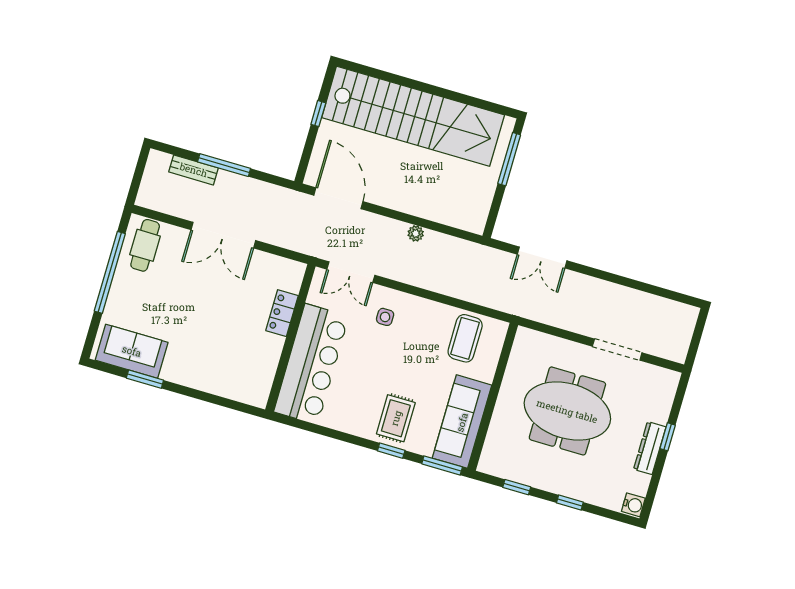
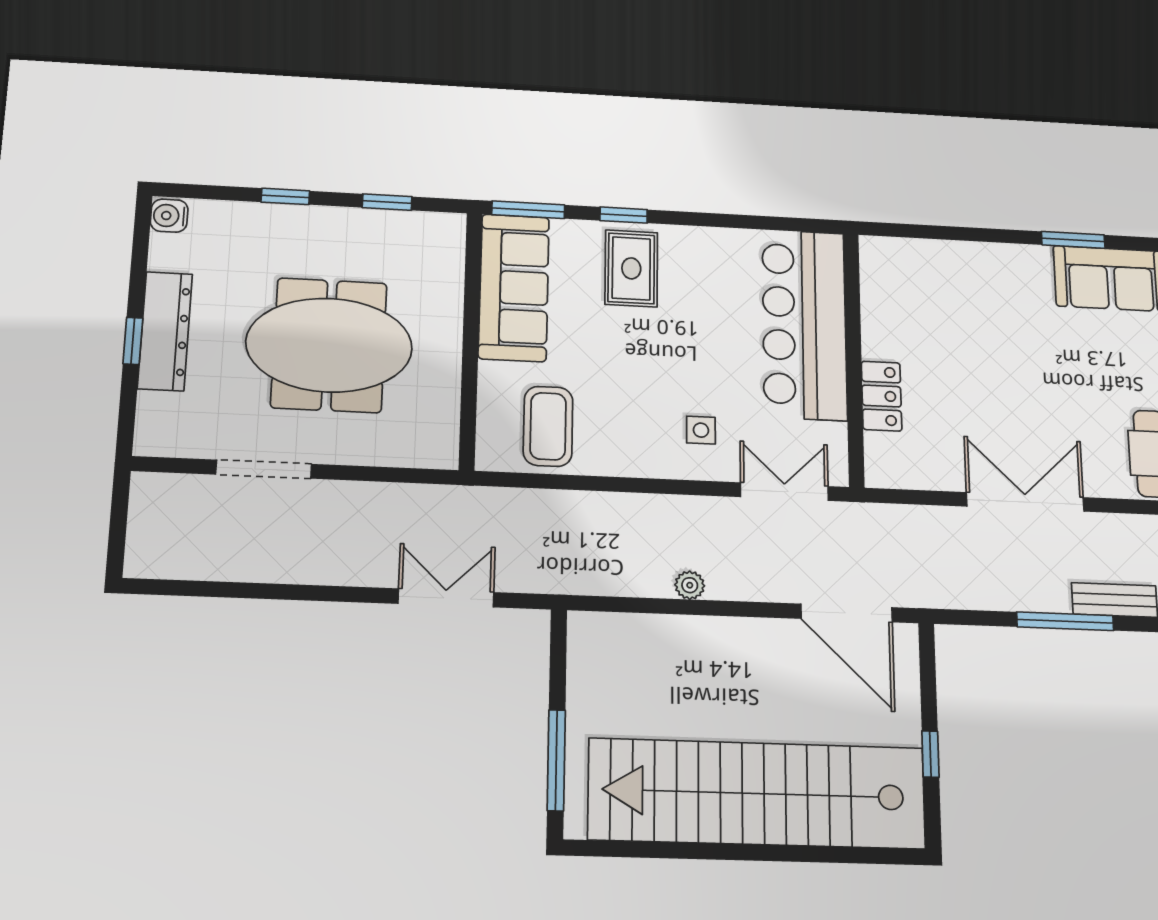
dresser: (650, 448) -> (165, 331), width x1.37, depth x1.24

